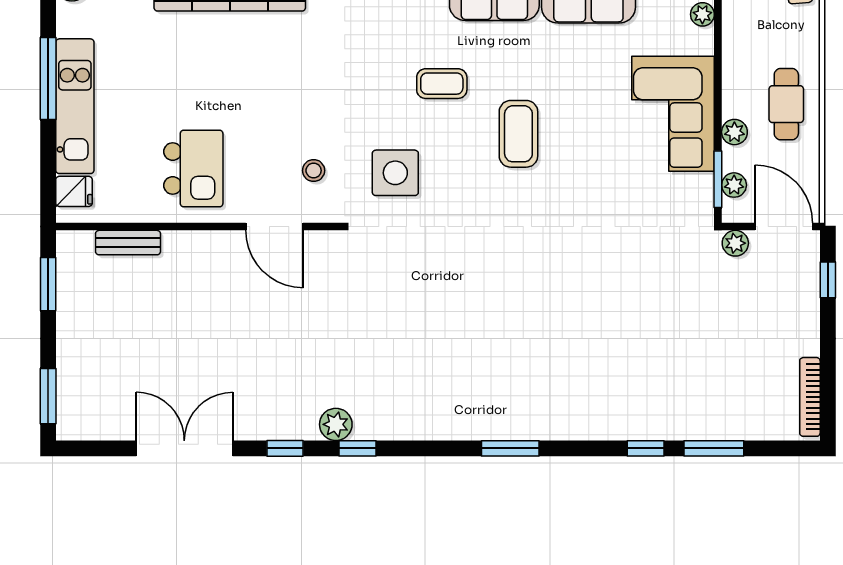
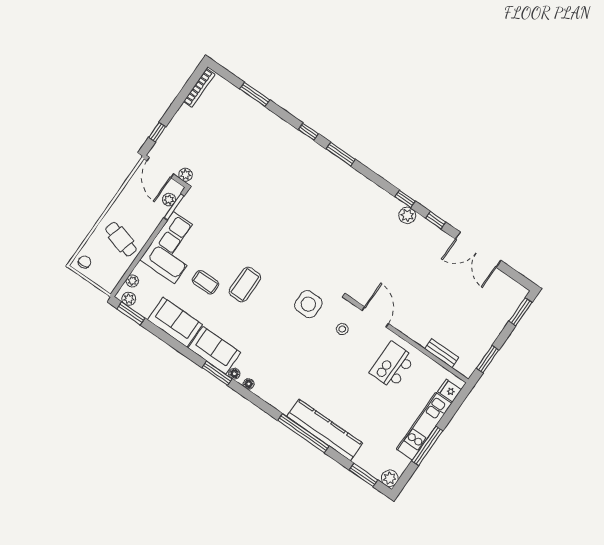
coffee table: (442, 84) -> (205, 282), moved
cafe table: (786, 104) -> (121, 239), moved, turned -74
plant: (734, 132) -> (153, 222), removed
window: (646, 448) -> (308, 132), moved

